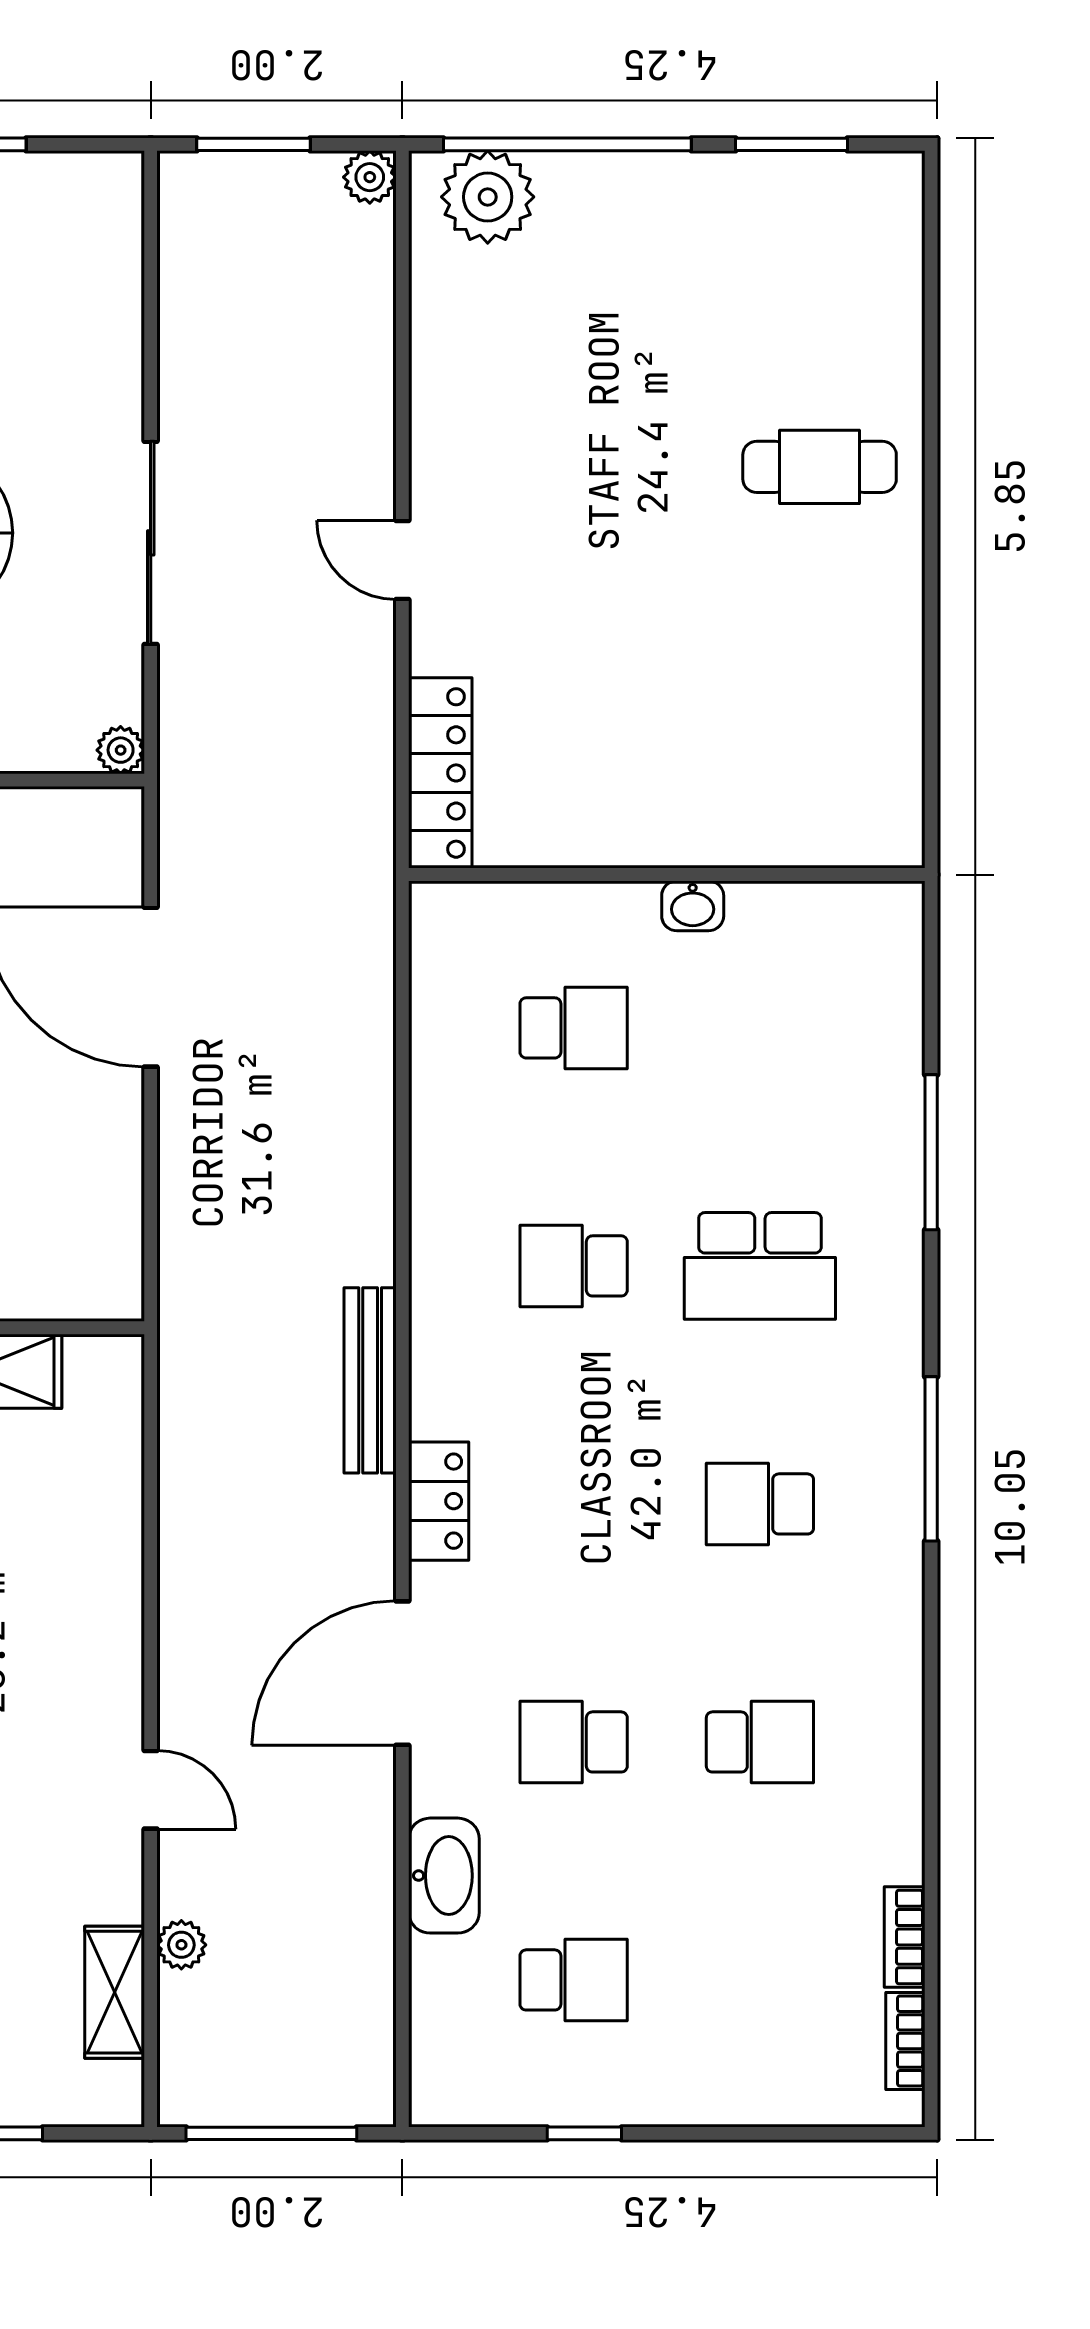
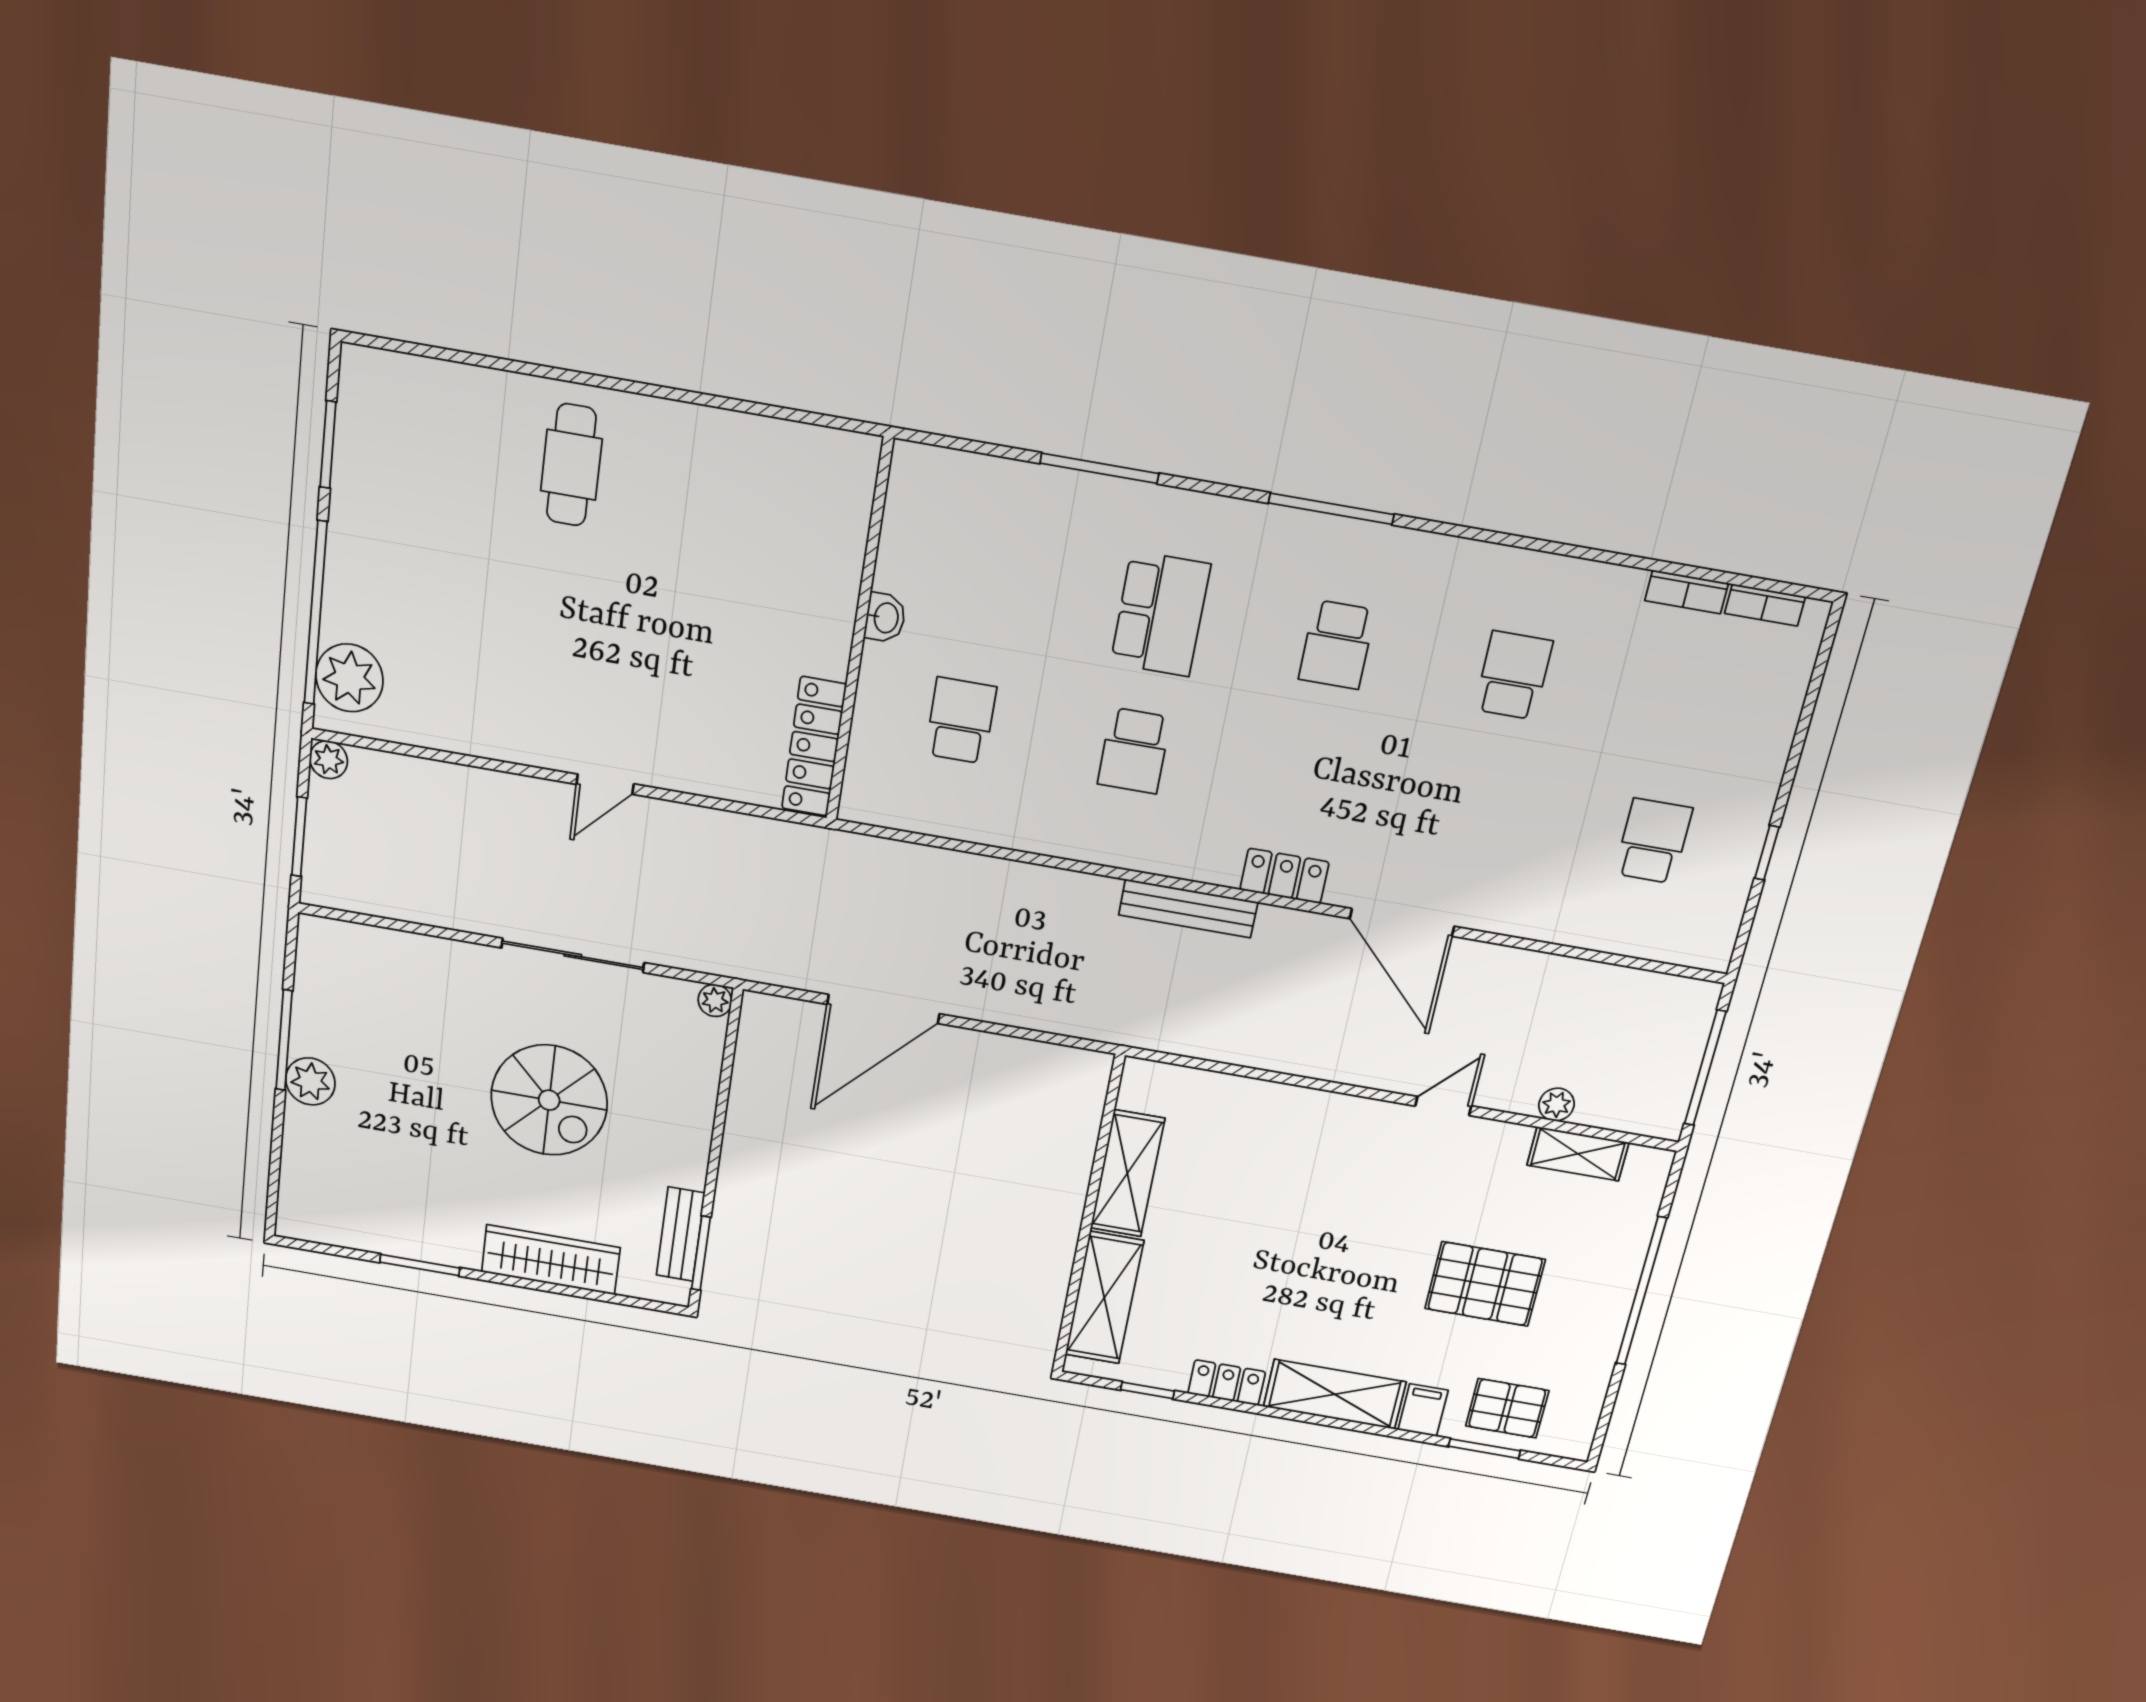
locker: (440, 773) -> (814, 747), moved, turned -90
school desk: (574, 1742) -> (1480, 811), removed
washbasin: (444, 1876) -> (1554, 919), removed

